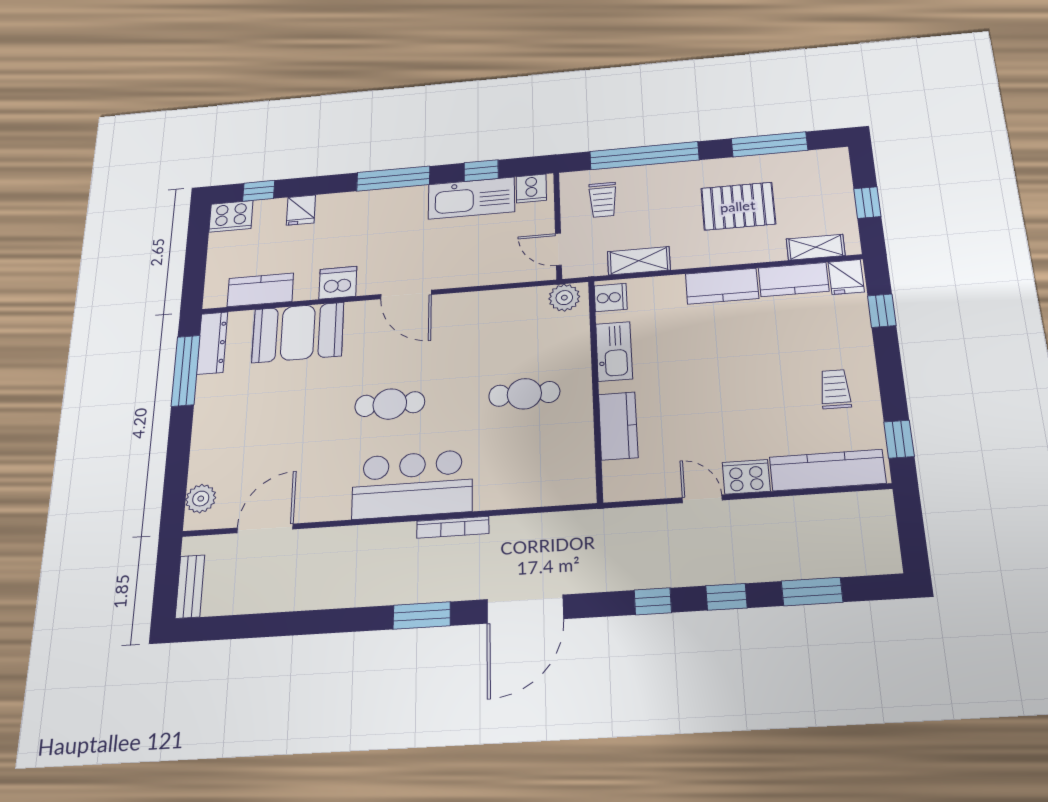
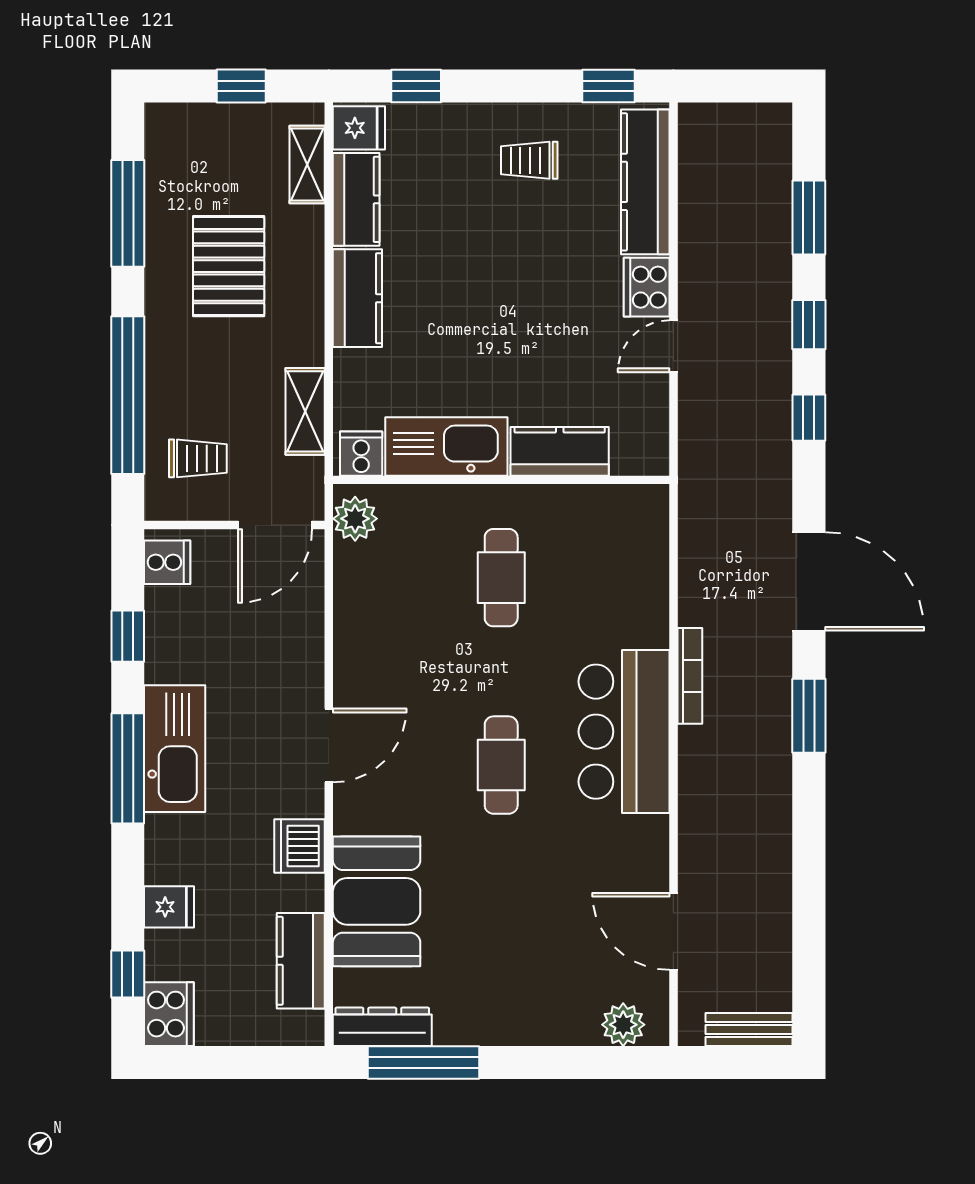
kitchen sink: (471, 198) -> (175, 749), moved
door: (558, 249) -> (275, 525), width x1.38
kitchen sink: (614, 351) -> (446, 447), width x1.36, depth x1.24

